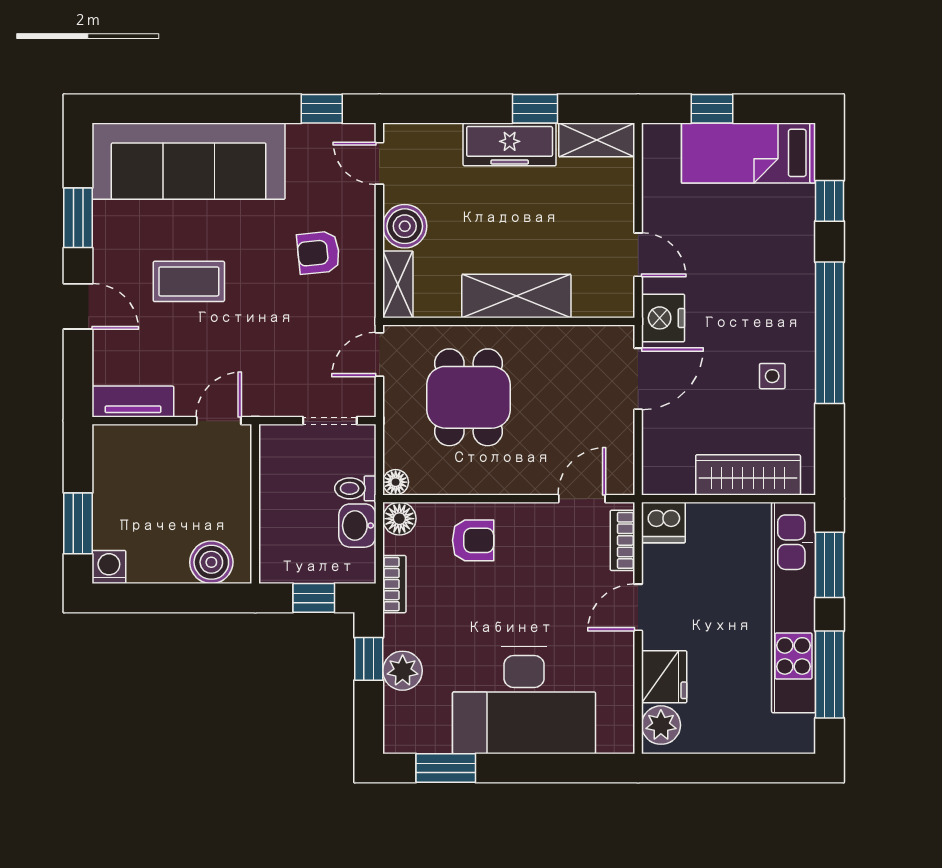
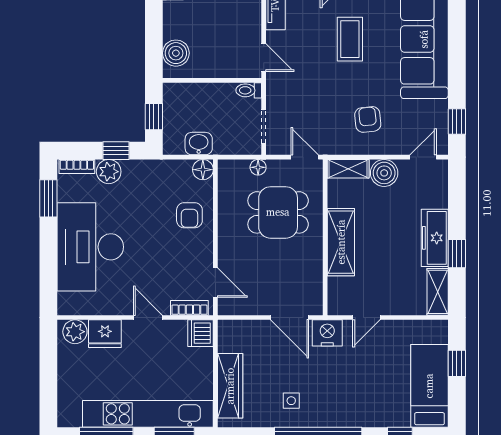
floor lamp: (396, 482) -> (258, 167), moved
toilet: (355, 488) -> (249, 90), moved, turned -90
bookcase: (394, 584) -> (77, 166), moved

